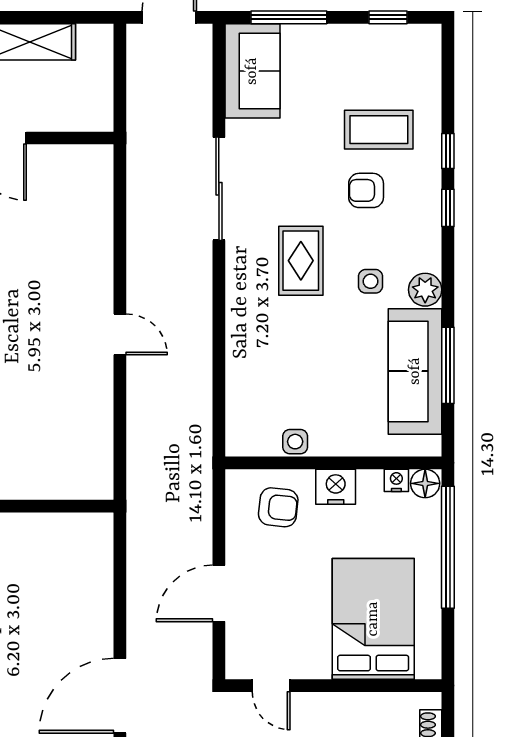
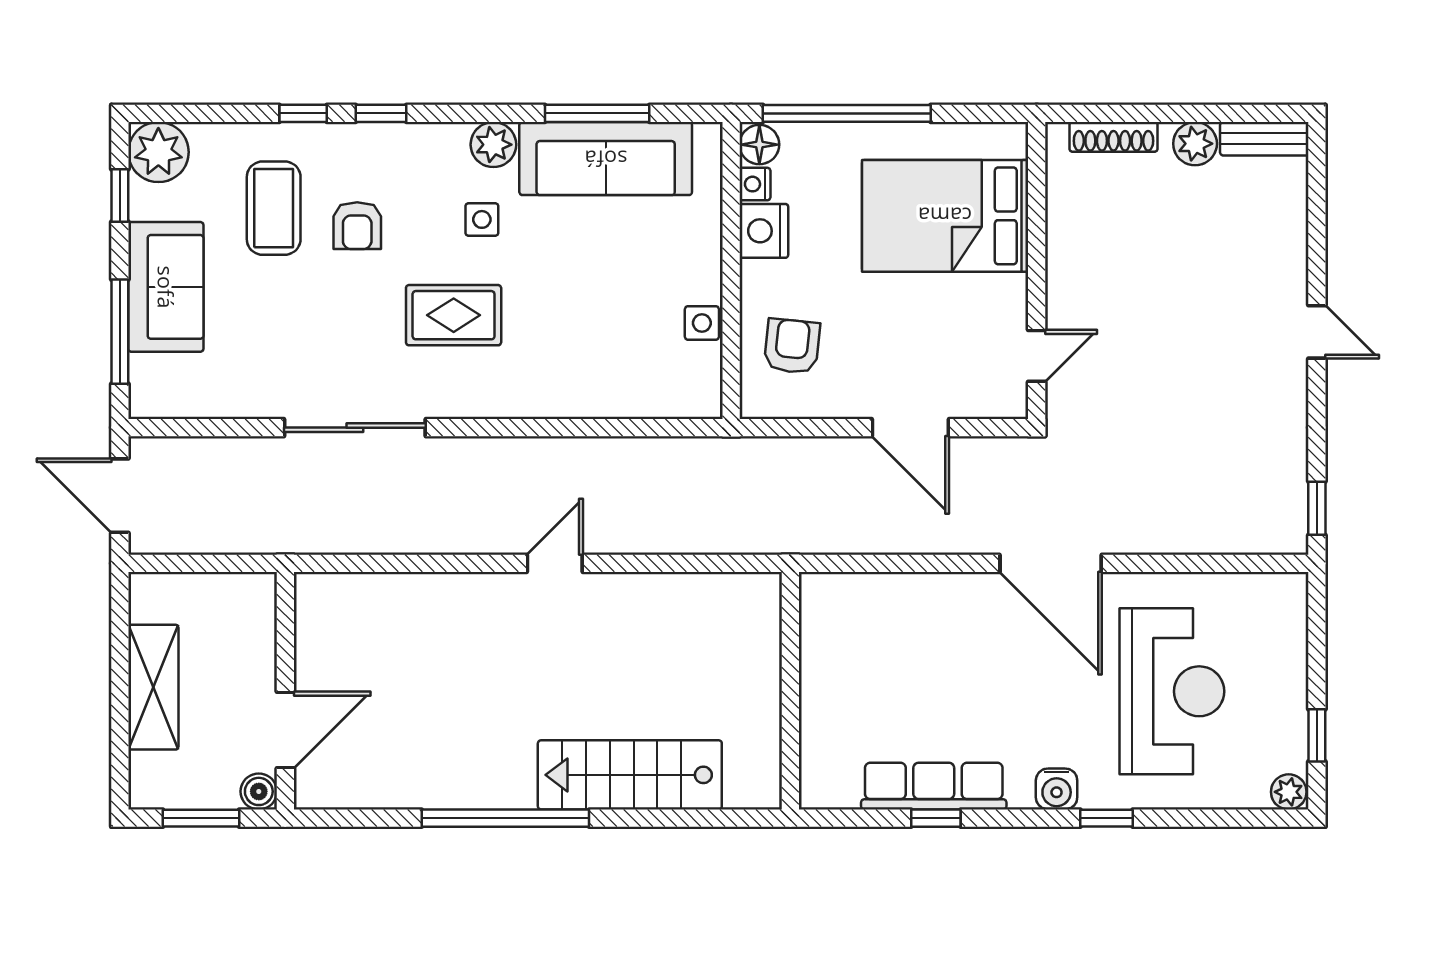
plant: (420, 46) -> (158, 152), added
sofa: (252, 71) -> (166, 287), moved, turned 90
nightstand: (336, 487) -> (764, 231), moved

